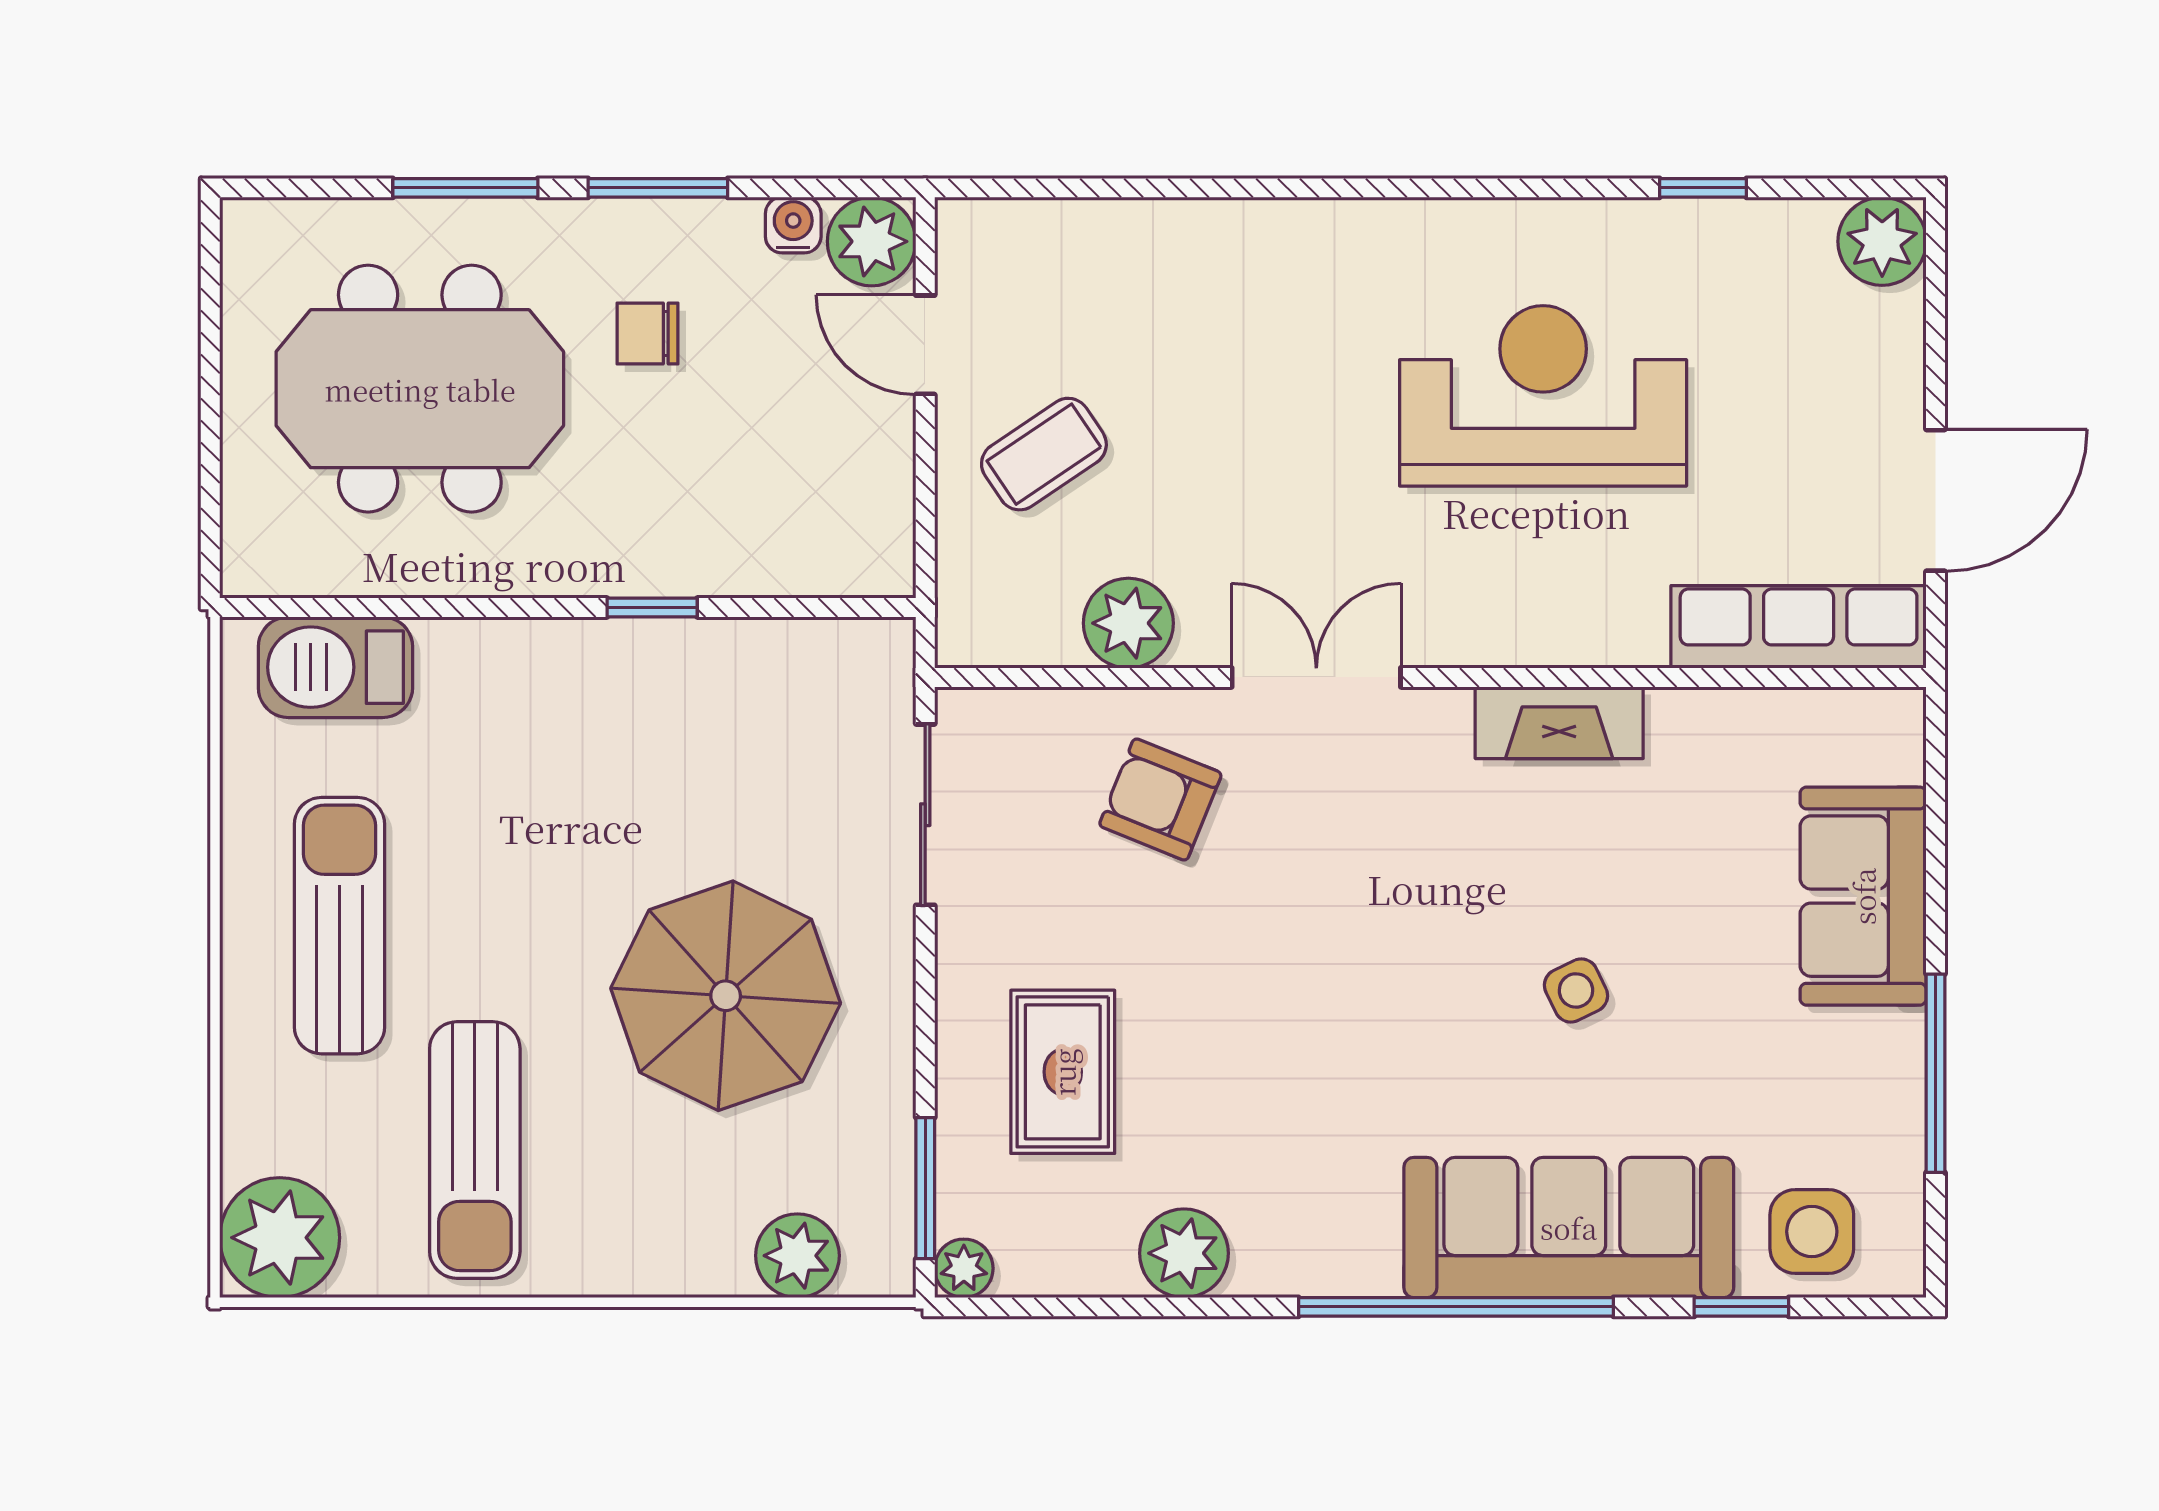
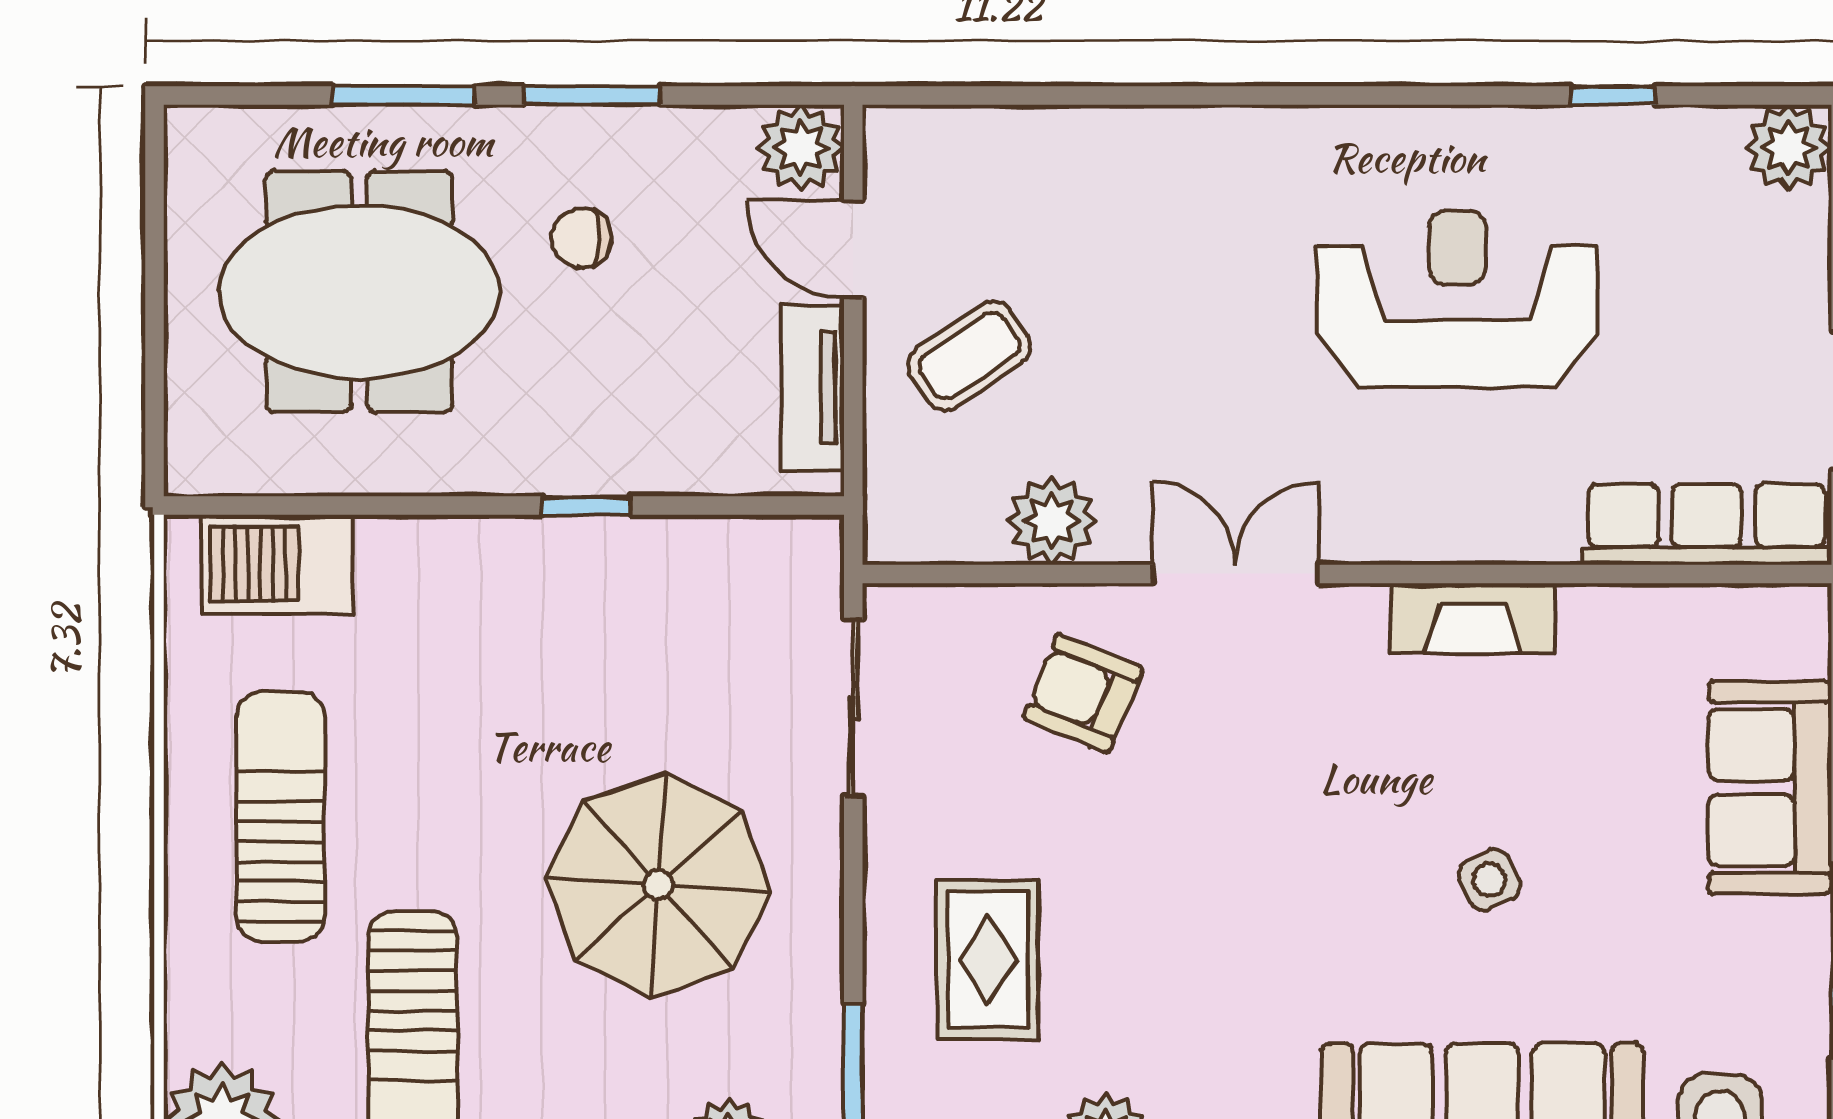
water cooler: (793, 225) -> (724, 132), removed
tv unit: (883, 487) -> (812, 388), added

